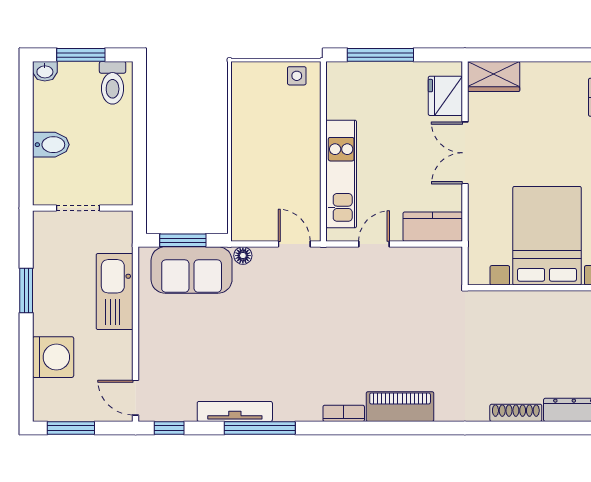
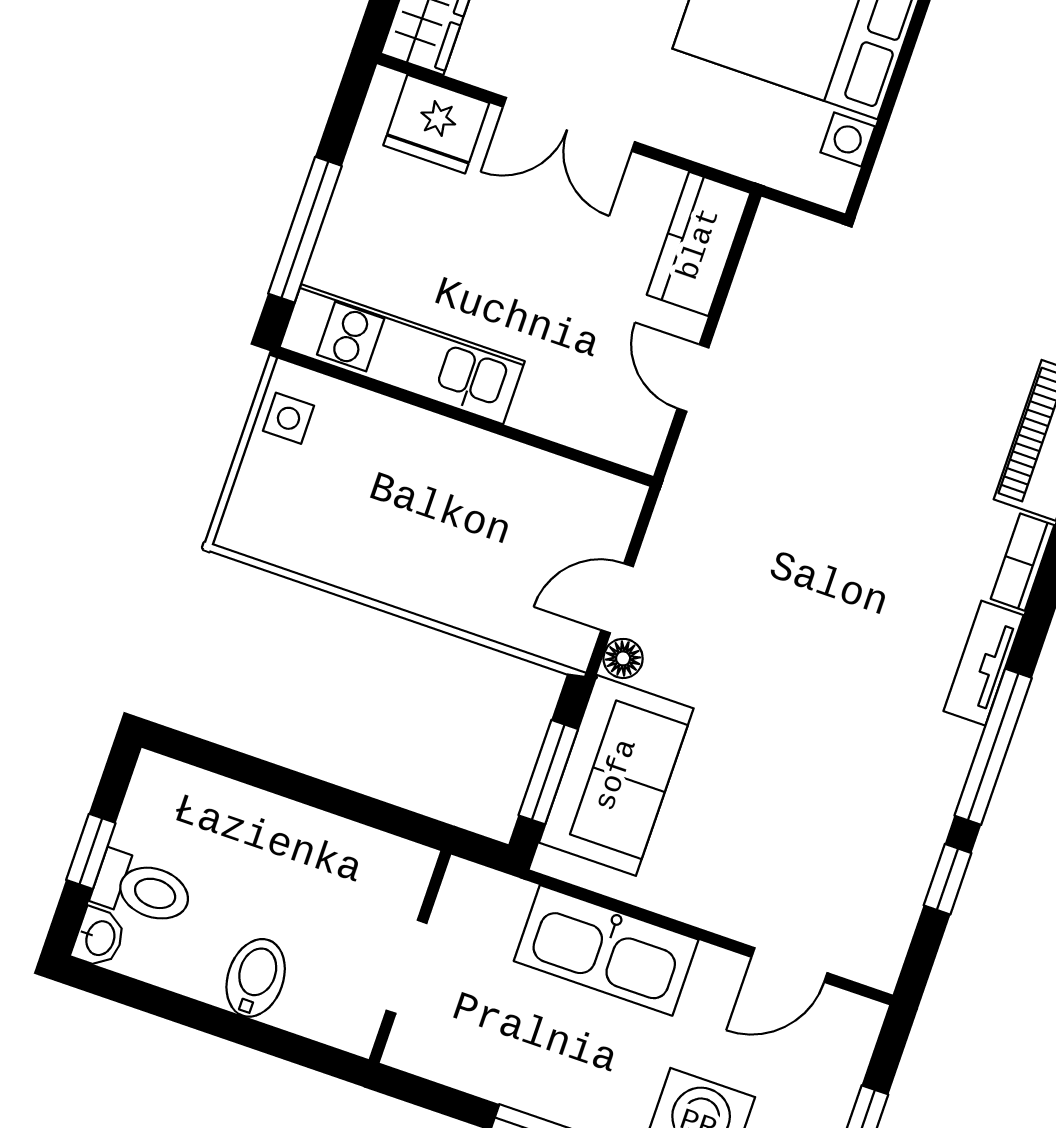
window: (81, 55) -> (91, 851), width x0.67
toilet: (113, 83) -> (143, 889), moved
kitchen unit: (341, 174) -> (402, 354), moved
door: (294, 244) -> (617, 598), moved
door: (136, 398) -> (789, 965), moved
tv unit: (235, 411) -> (983, 663), moved, width x0.71
window: (169, 428) -> (948, 879), moved

